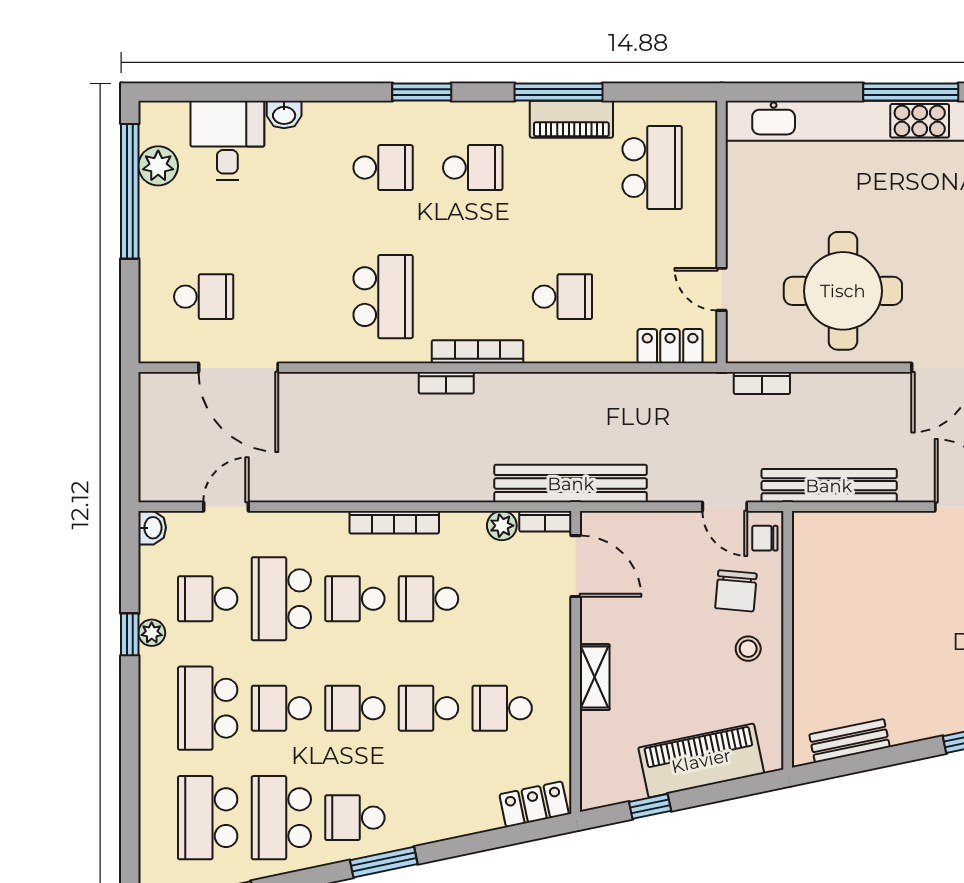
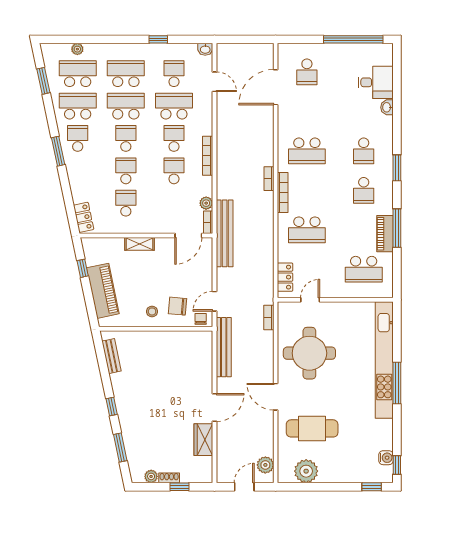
plant: (158, 166) -> (364, 52), removed
school desk: (562, 297) -> (307, 230), width x1.85
plant: (152, 633) -> (77, 49), moved
school desk: (281, 708) -> (126, 106), width x1.85

